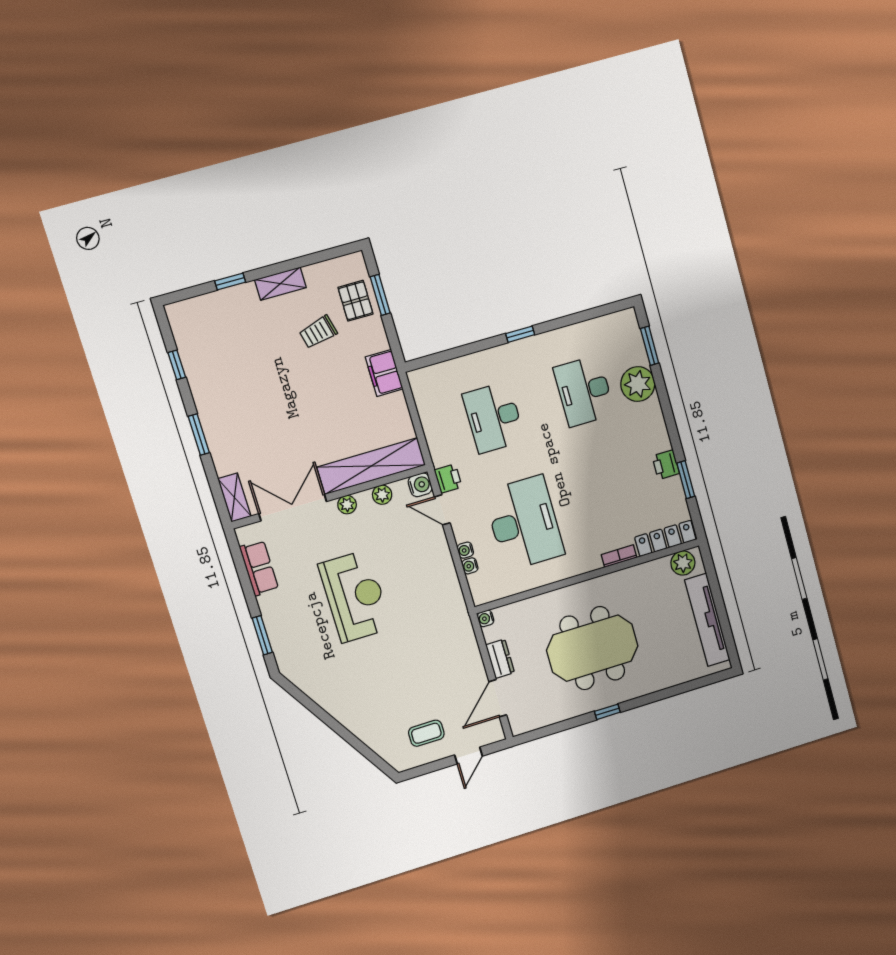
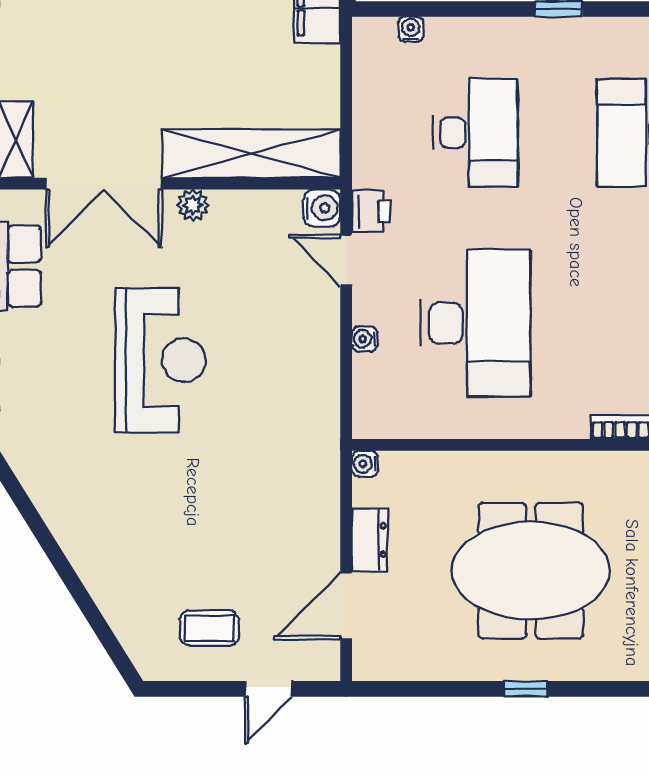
desk: (494, 417) -> (476, 133), turned 180
plant: (382, 495) -> (255, 206), removed
double door: (293, 508) -> (104, 184), swing flipped
water cooler: (470, 566) -> (411, 29), moved, turned 90

